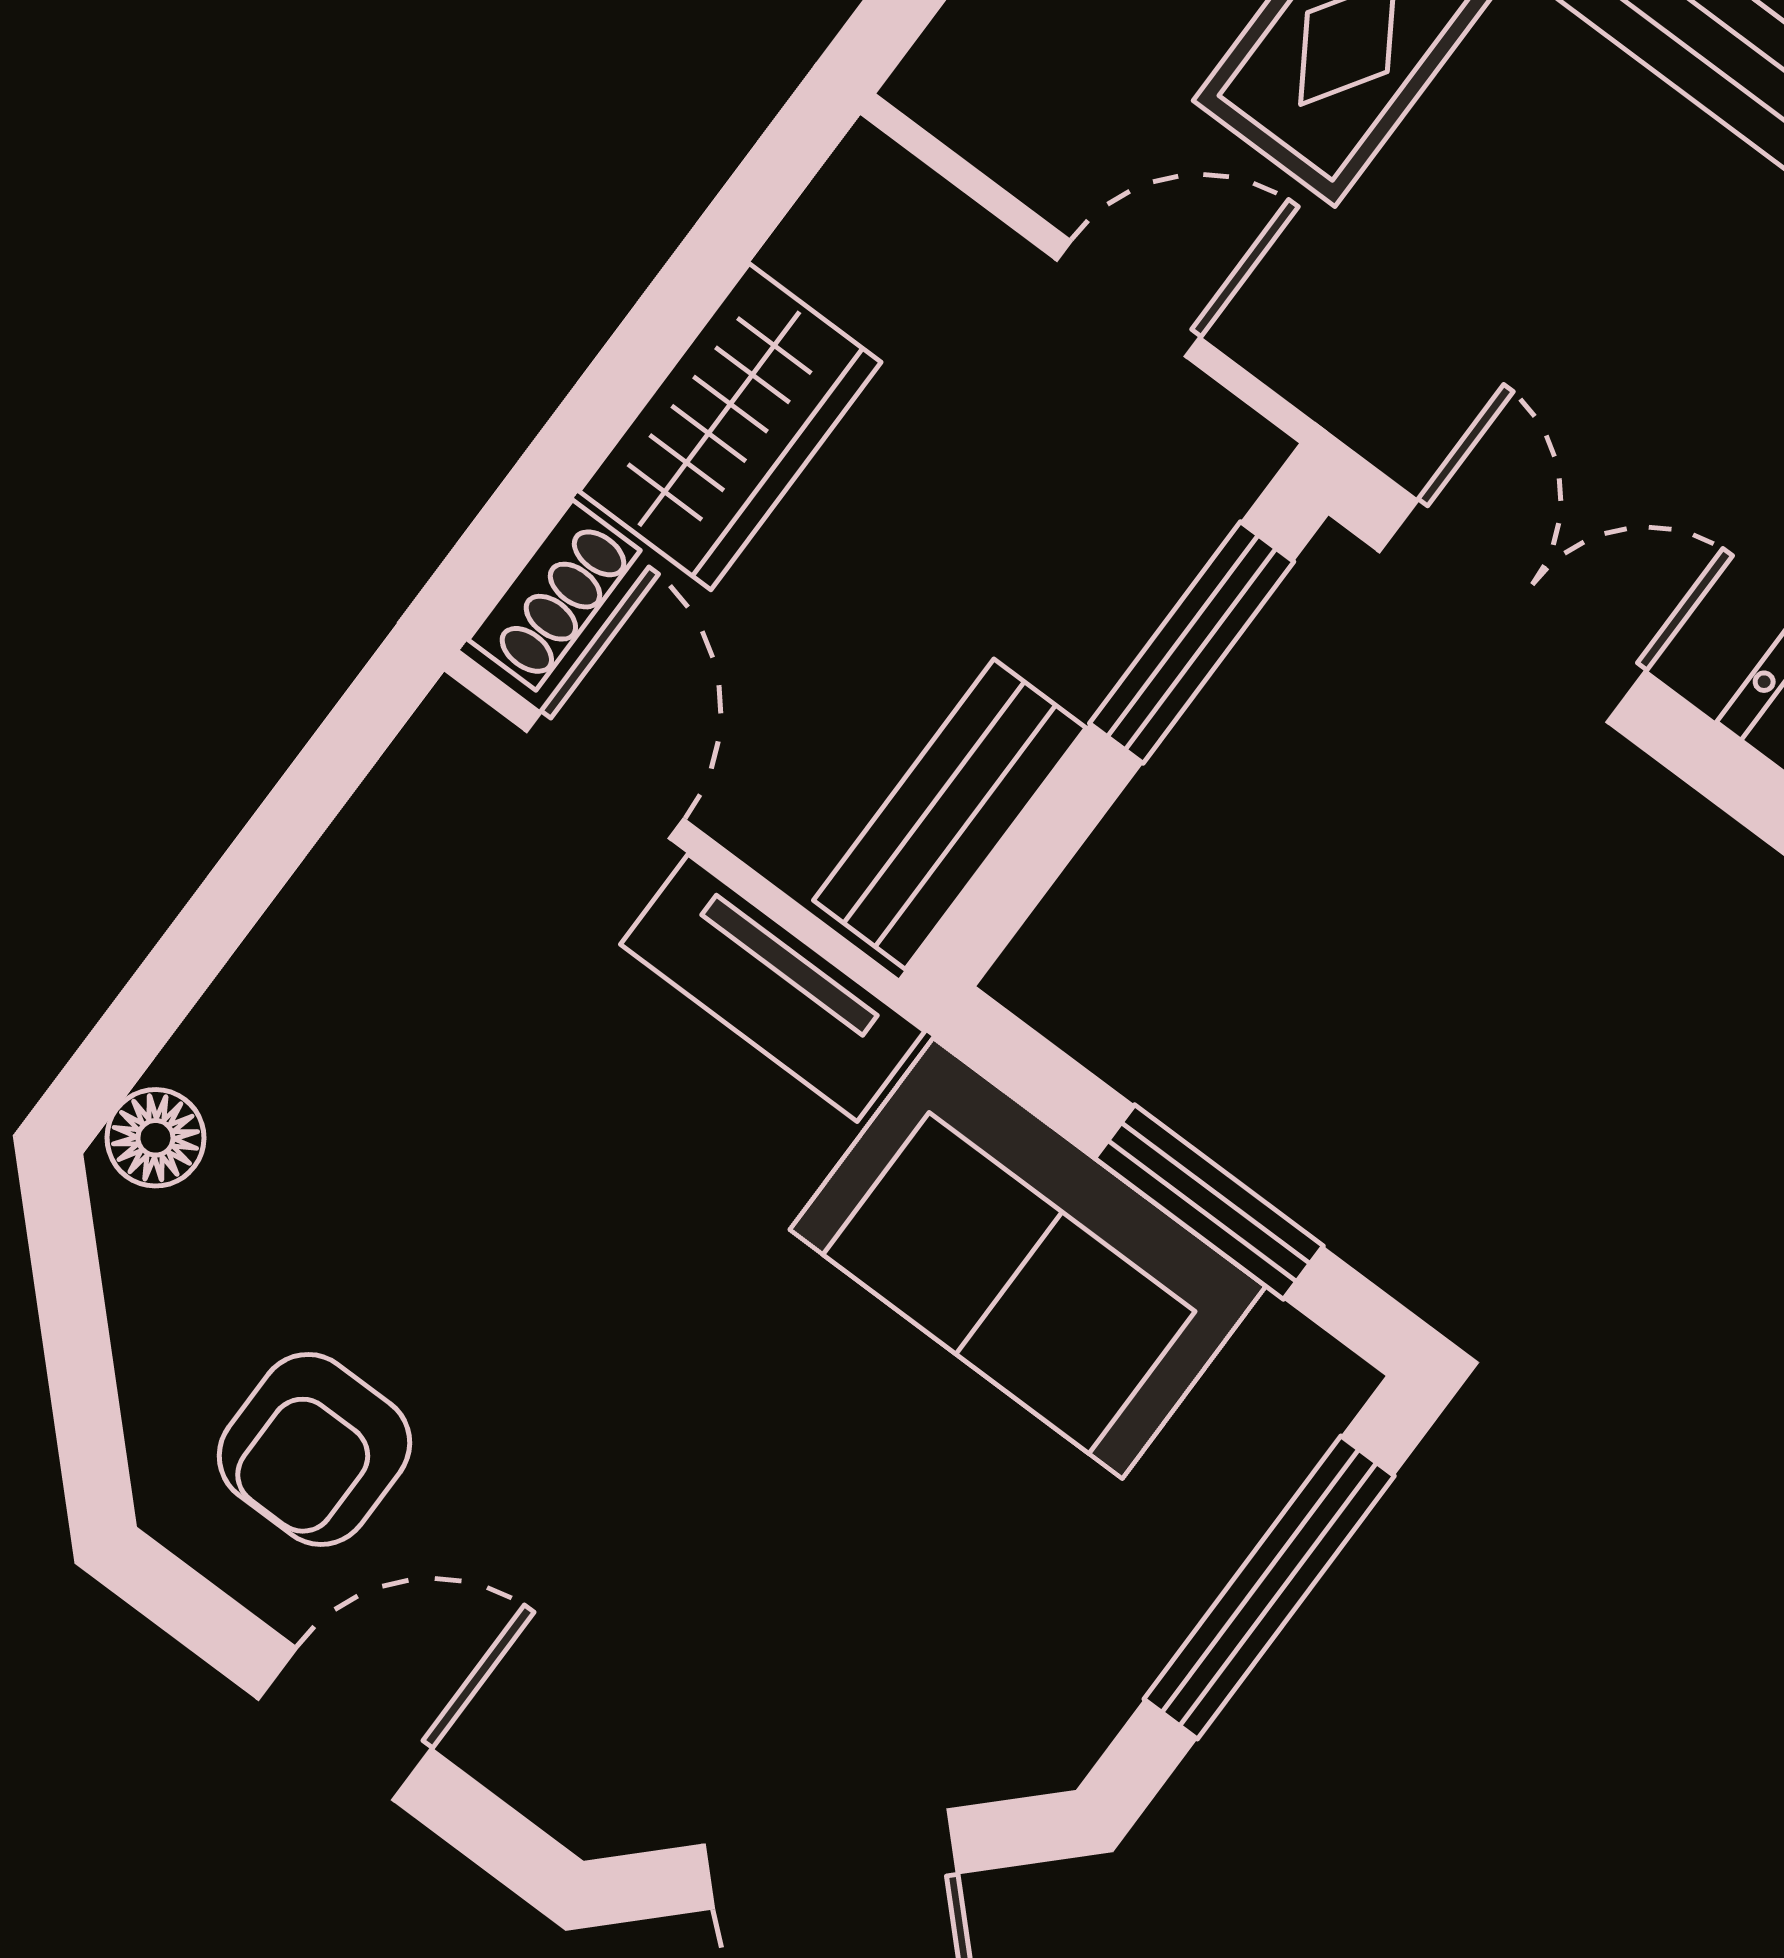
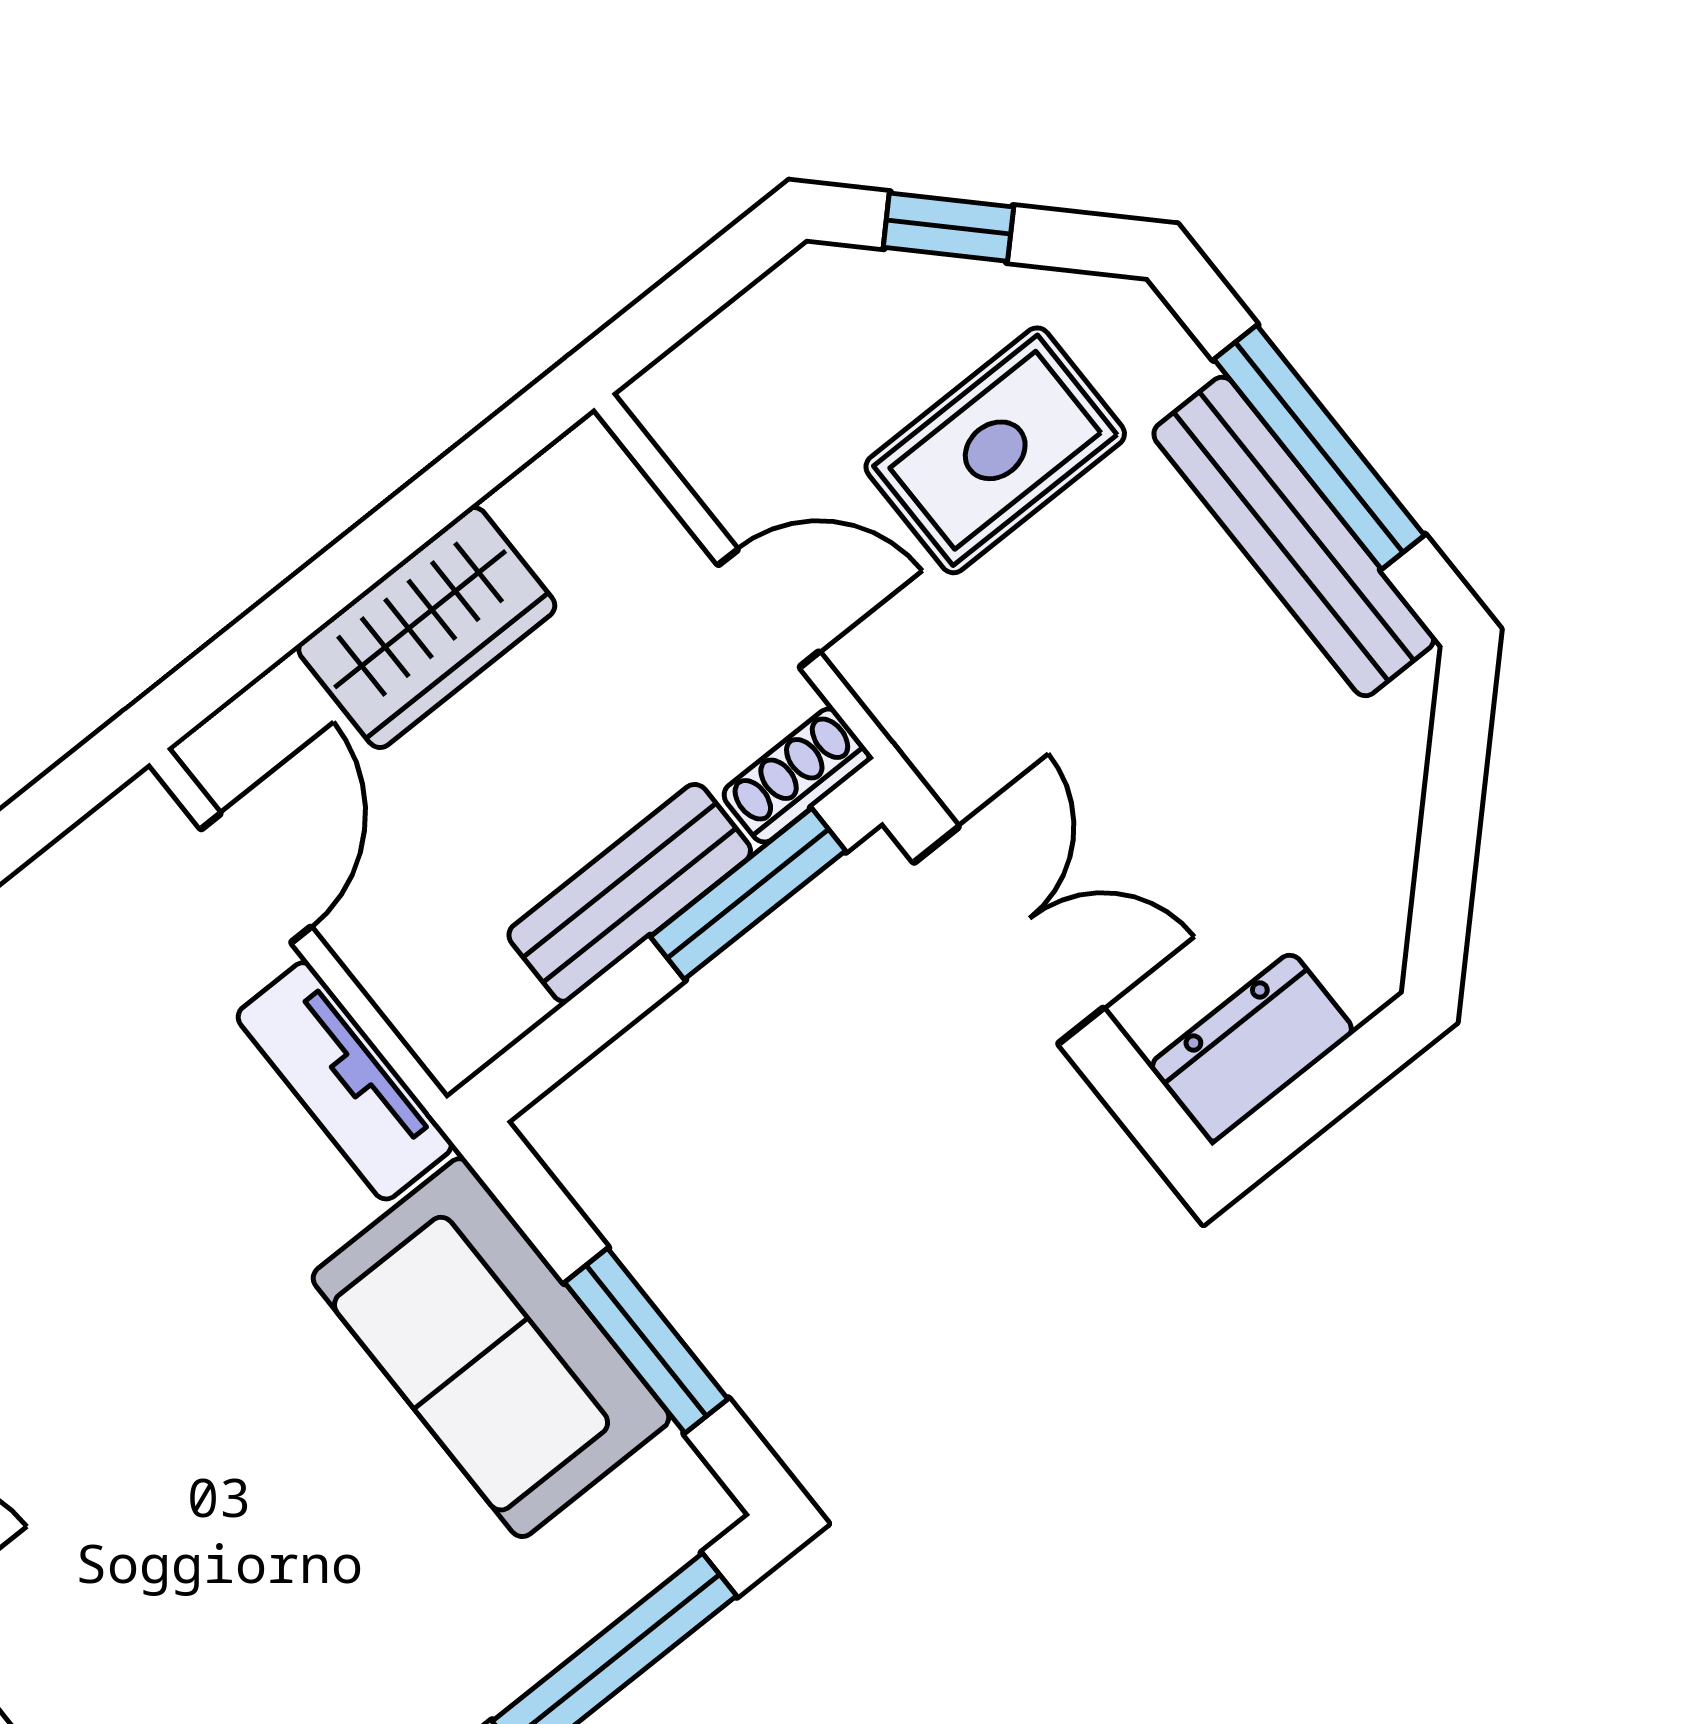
shoe rack: (554, 595) -> (797, 776), moved, turned 180
bench: (950, 814) -> (630, 893), moved

